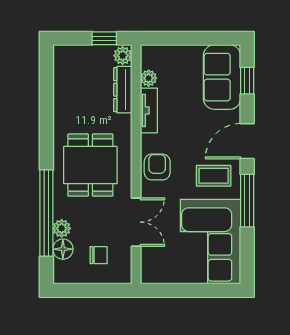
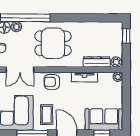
window: (104, 38) -> (126, 36), moved
plant: (149, 78) -> (118, 77), moved
armchair: (157, 167) -> (52, 82), turned 180

